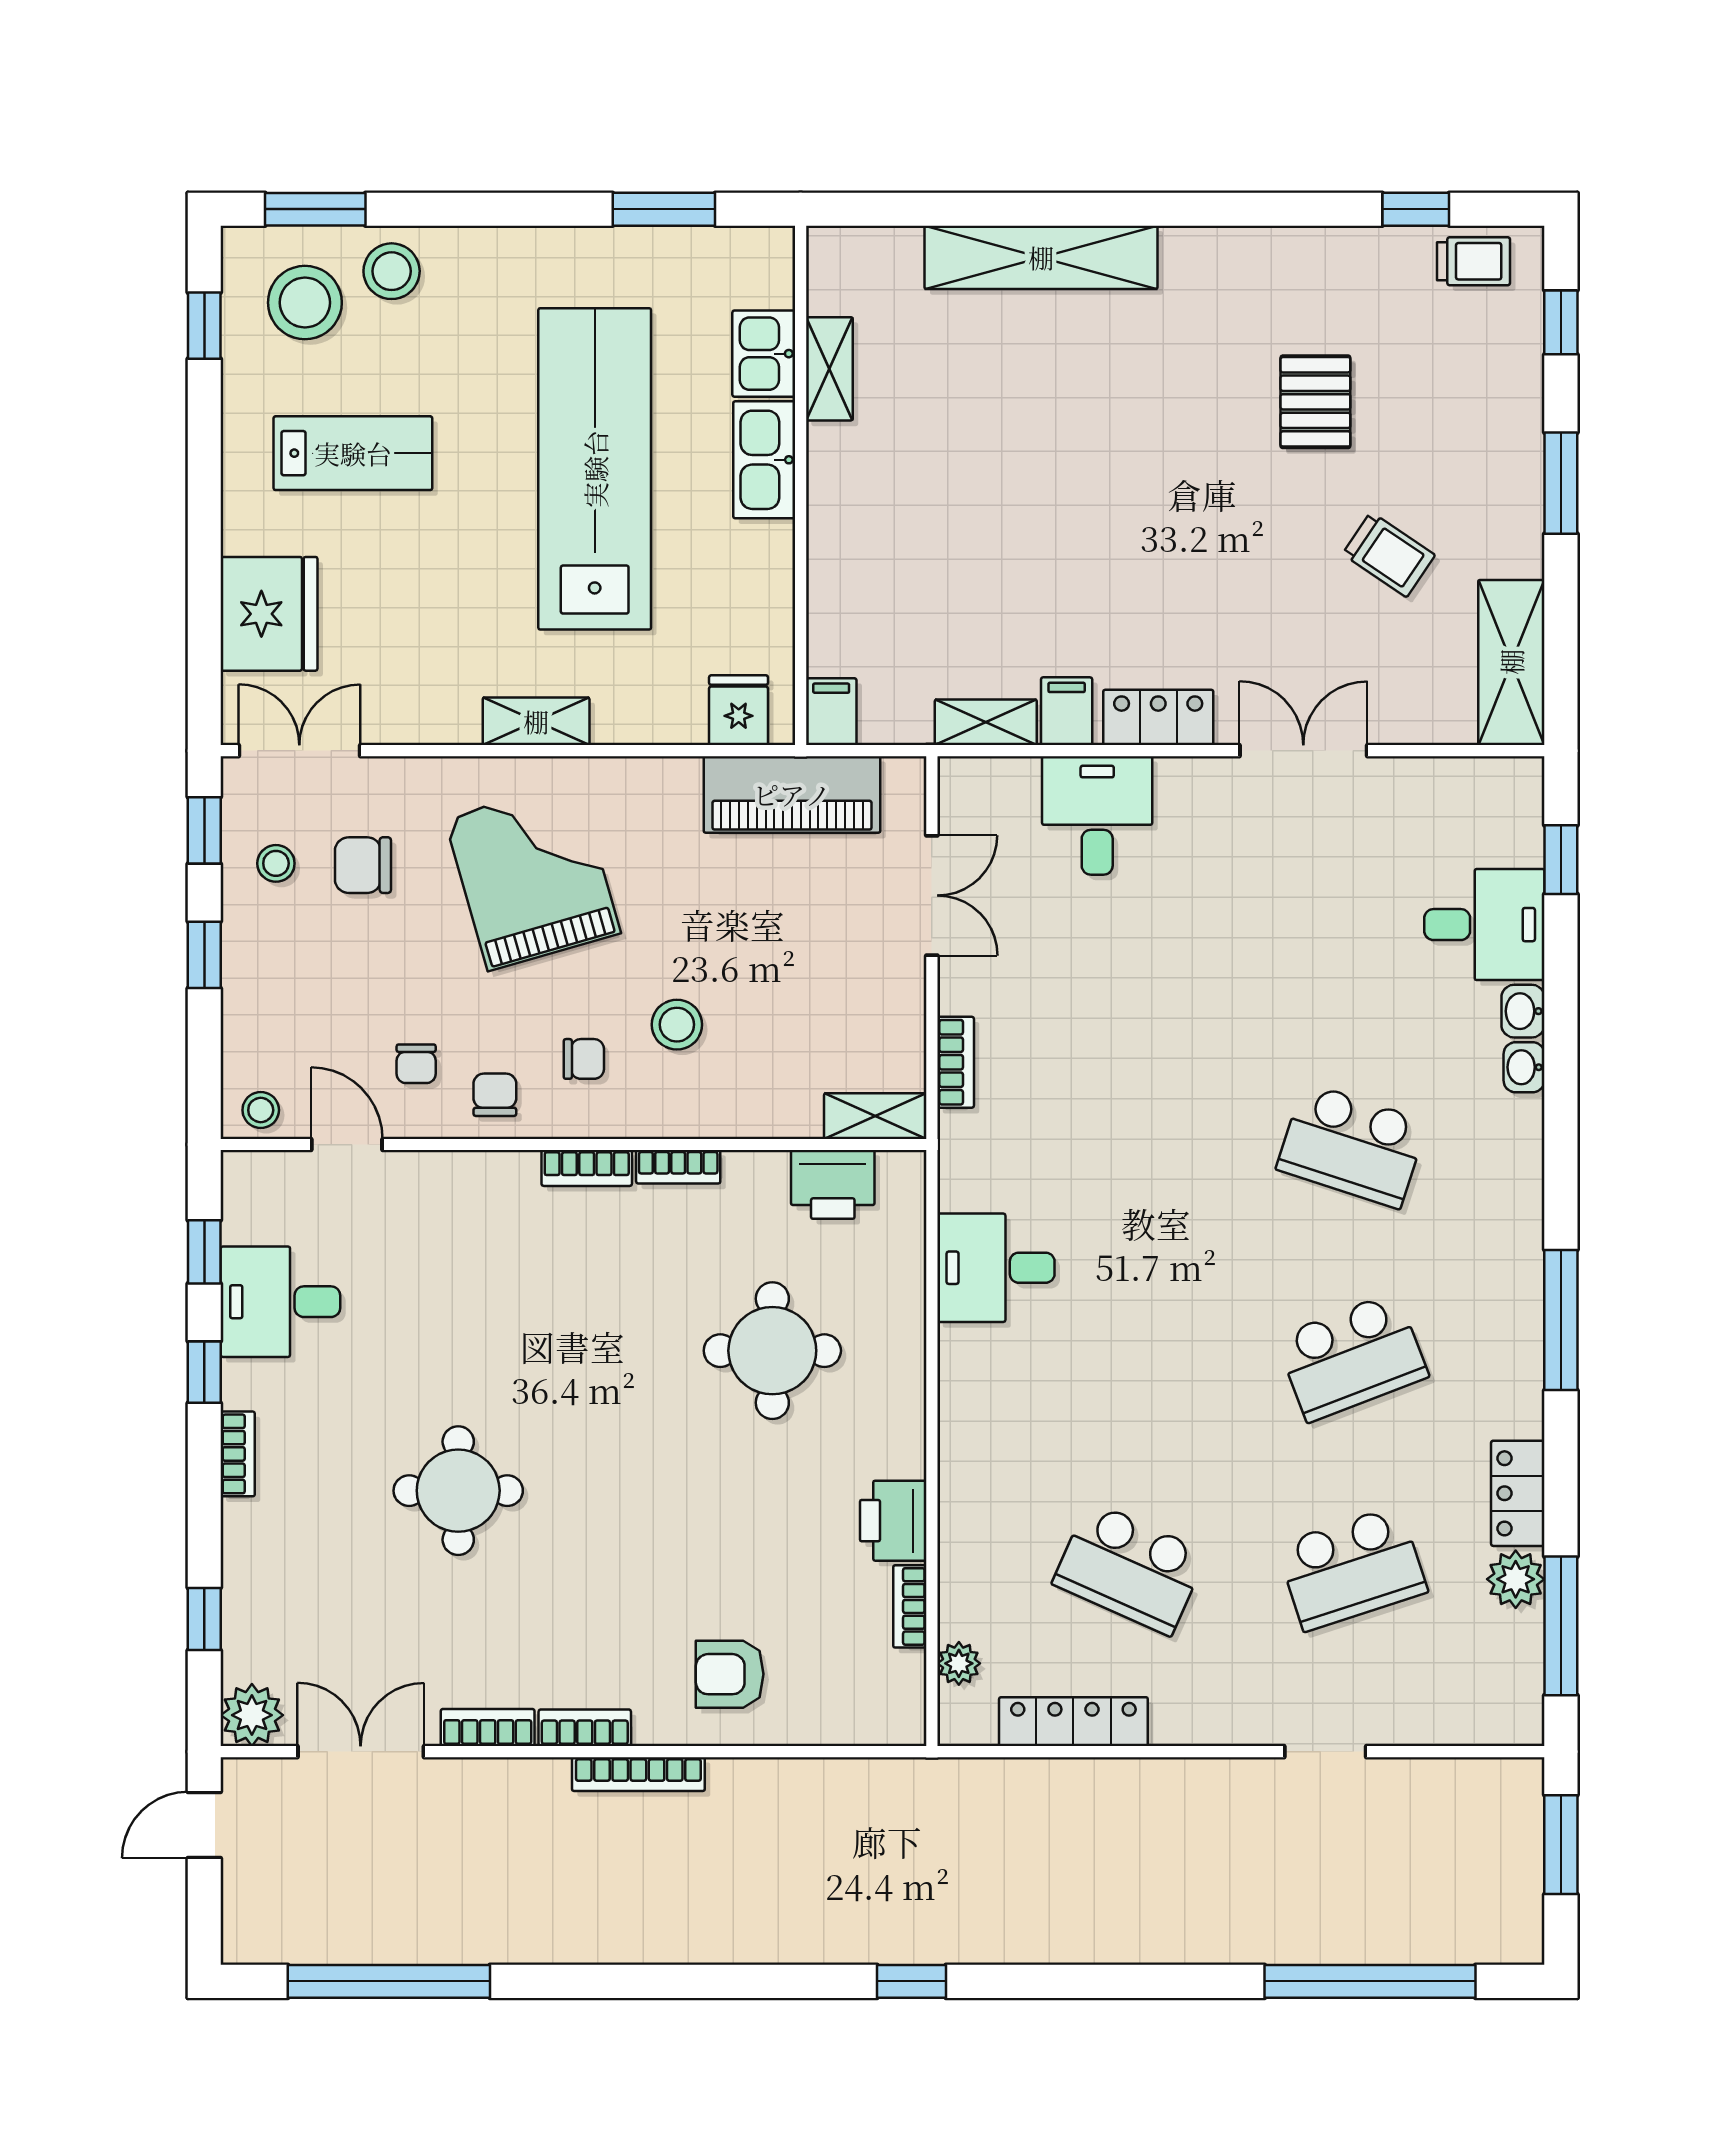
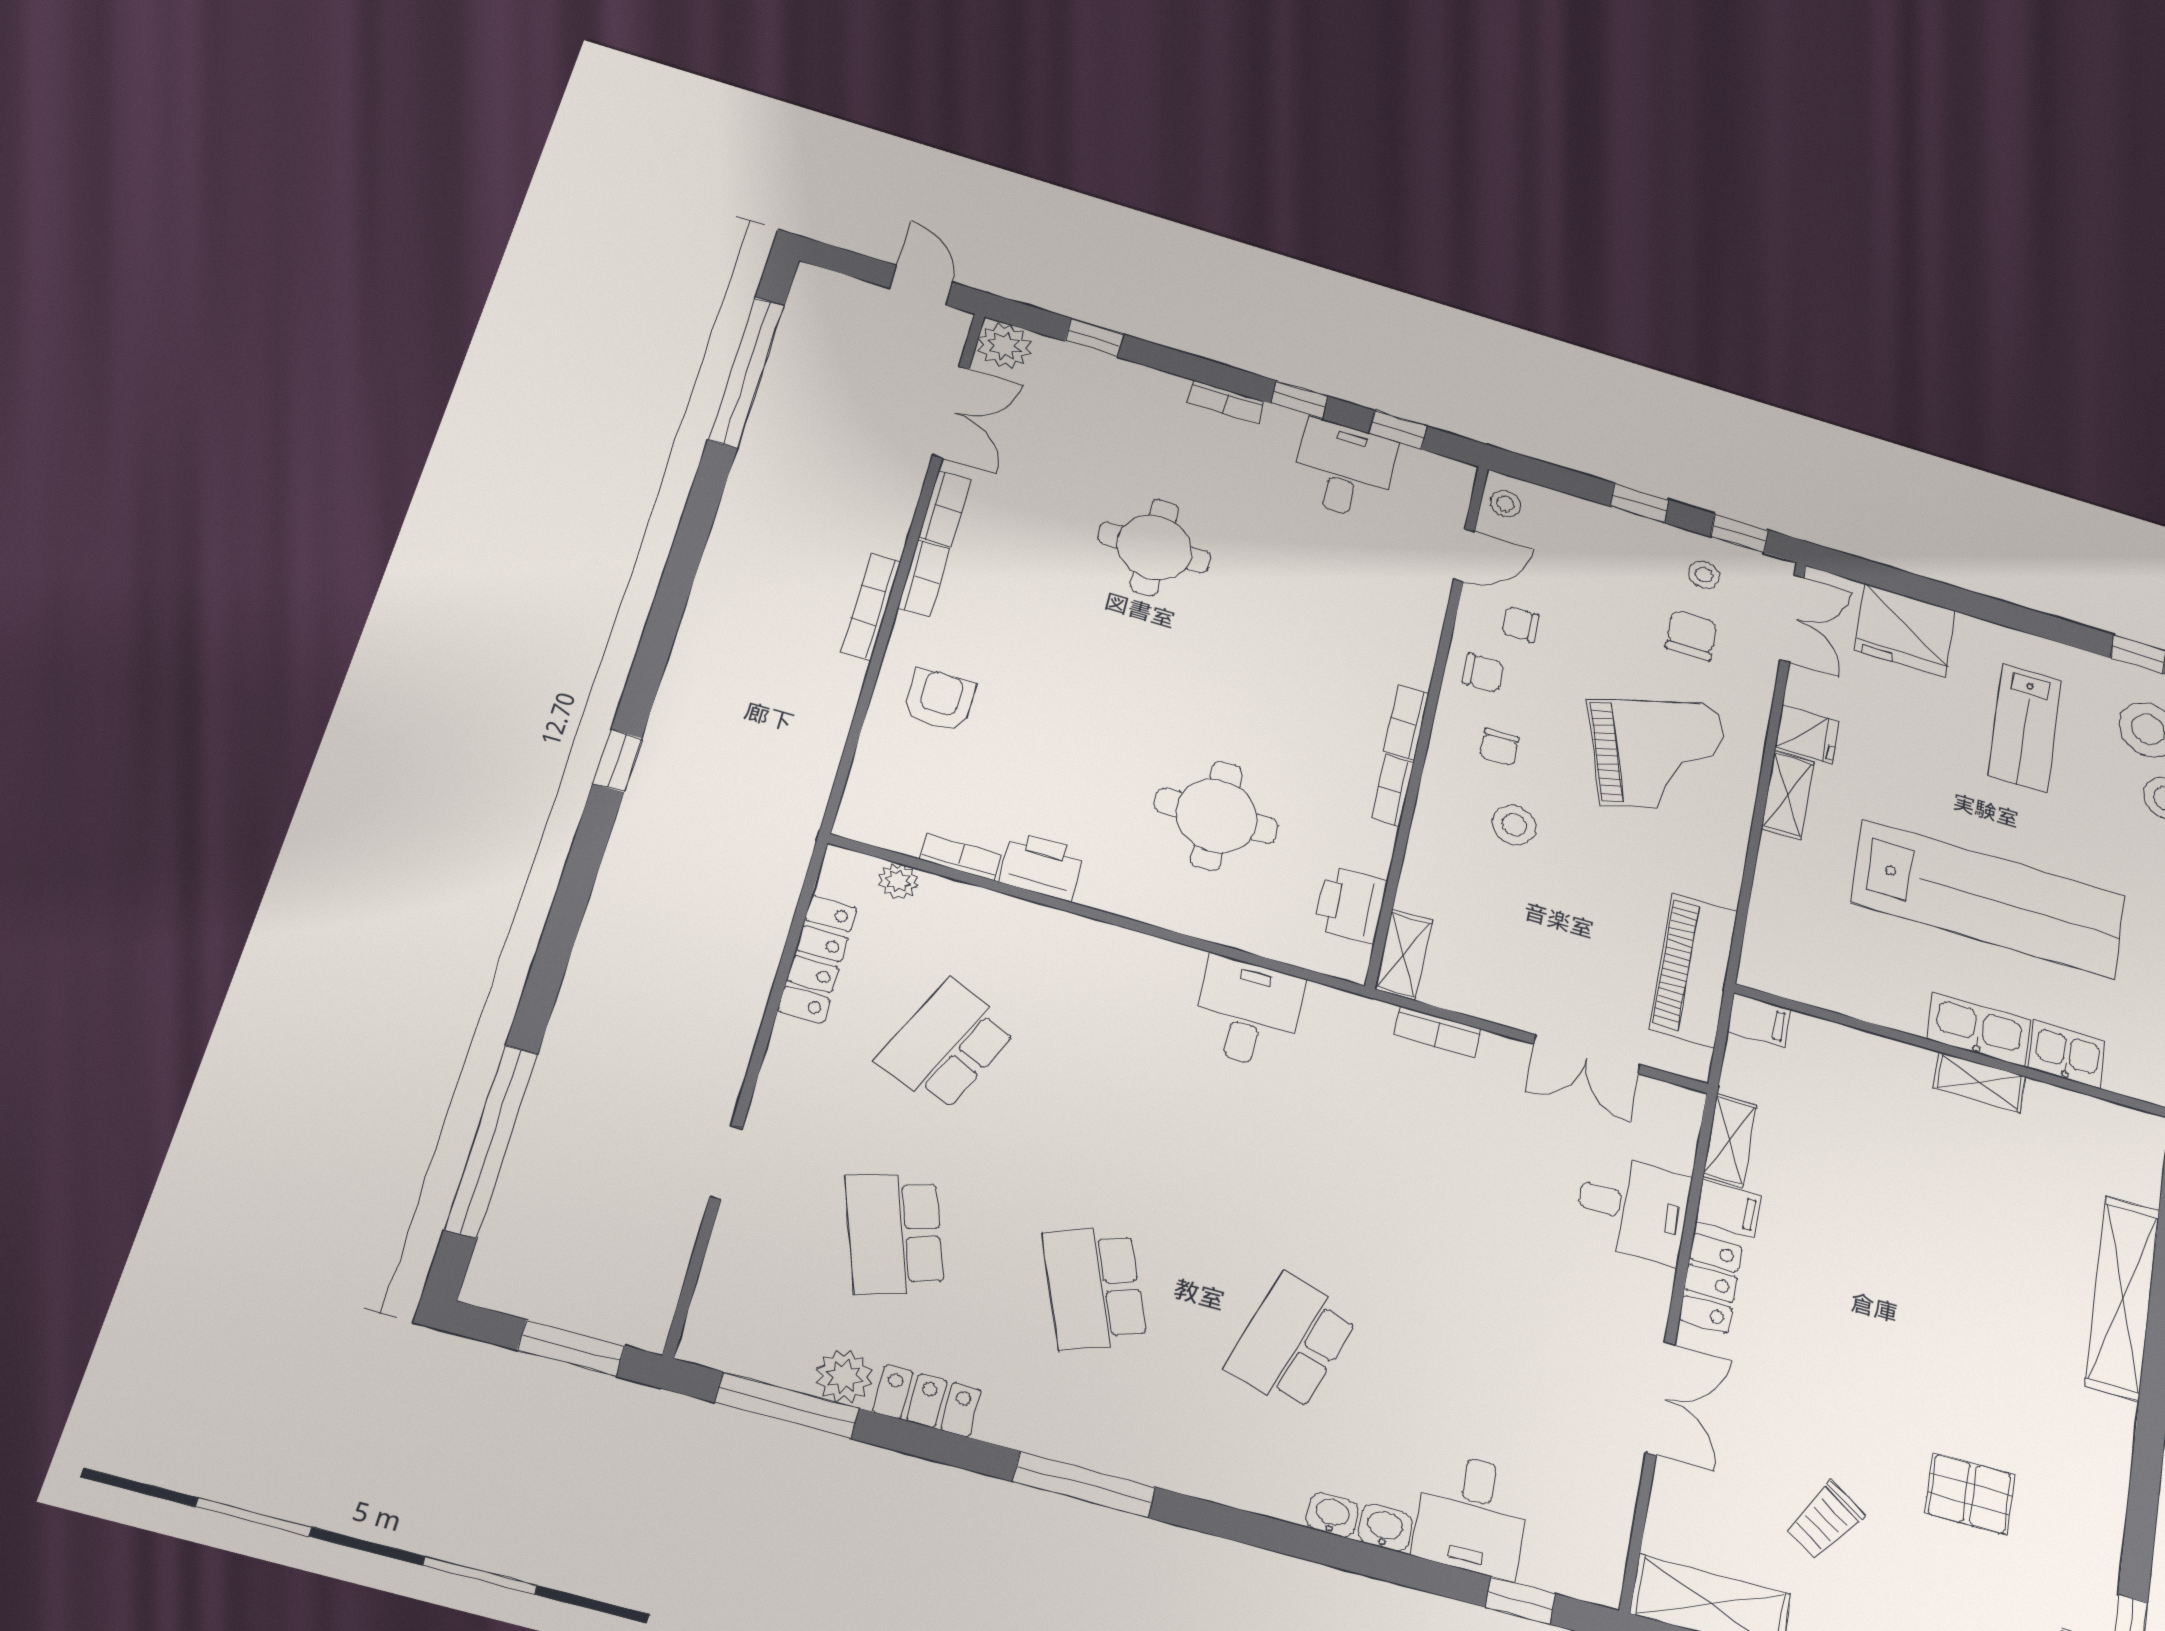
shelving: (829, 369) -> (1979, 1082), moved
fridge: (739, 710) -> (1807, 734), moved

